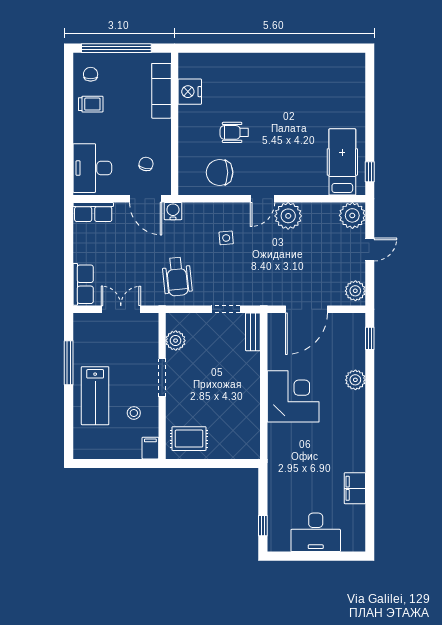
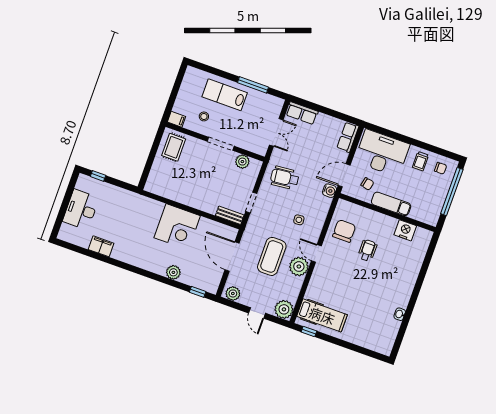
washbasin: (304, 59) -> (400, 314), added
exam couch: (161, 91) -> (391, 204), moved
desk: (92, 168) -> (382, 153), width x1.36, depth x1.30
coffee table: (288, 257) -> (272, 256), added

